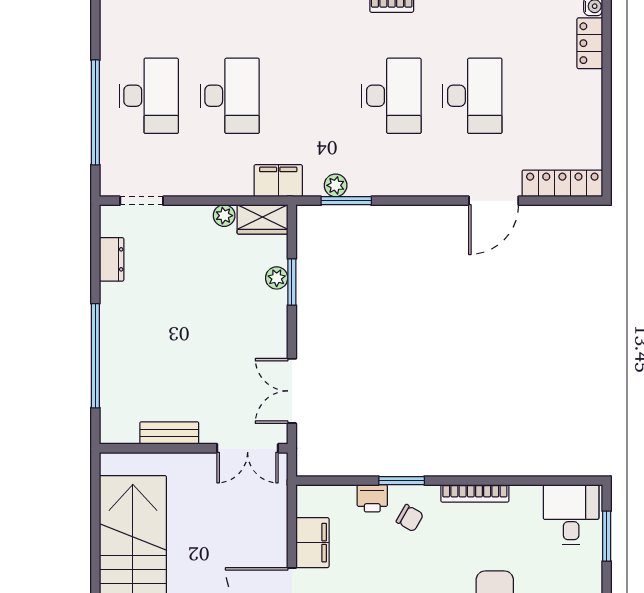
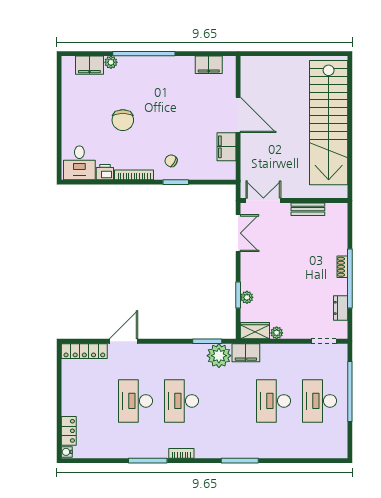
plant: (336, 185) -> (219, 356), width x1.87, depth x1.87
shoe rack: (109, 332) -> (342, 267), added
window: (95, 356) -> (350, 279), moved
printer: (372, 498) -> (105, 172), moved
window: (607, 536) -> (59, 151), removed

